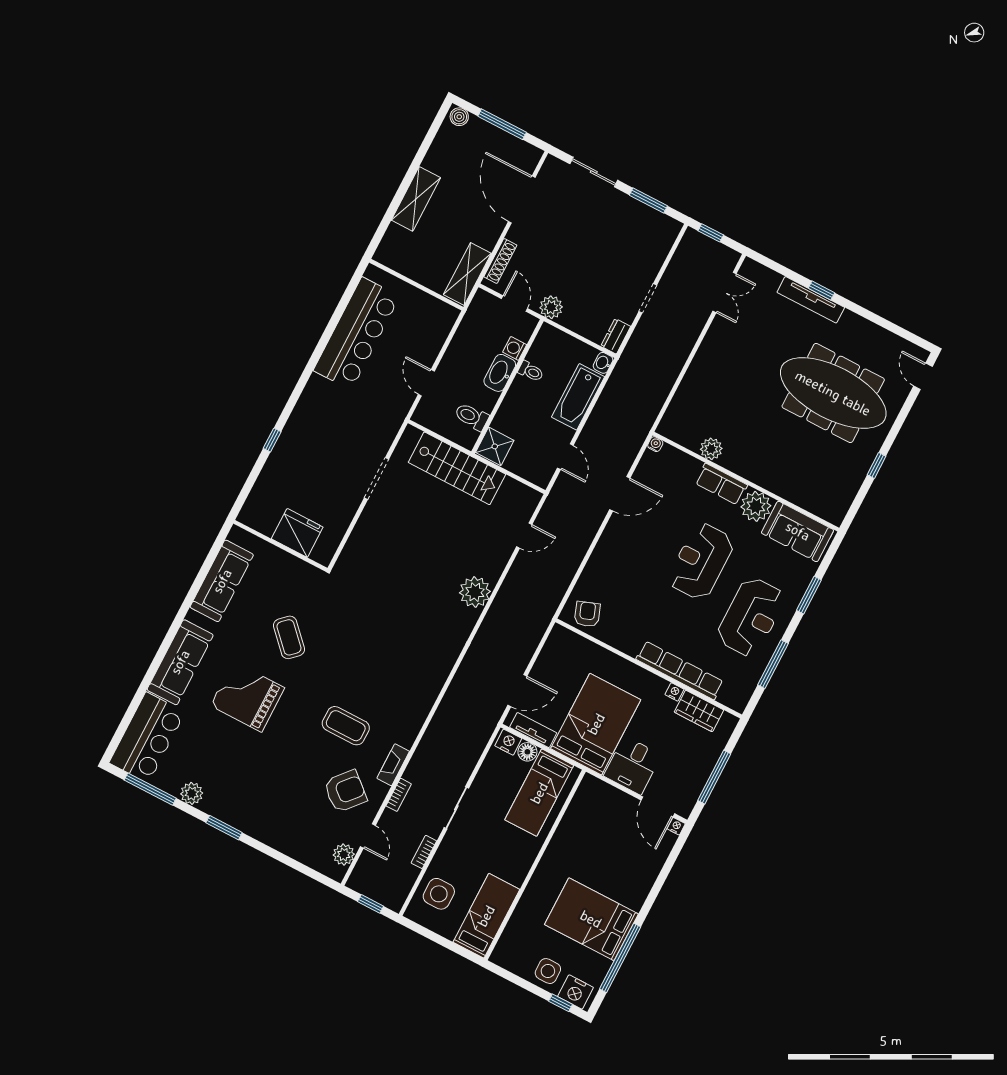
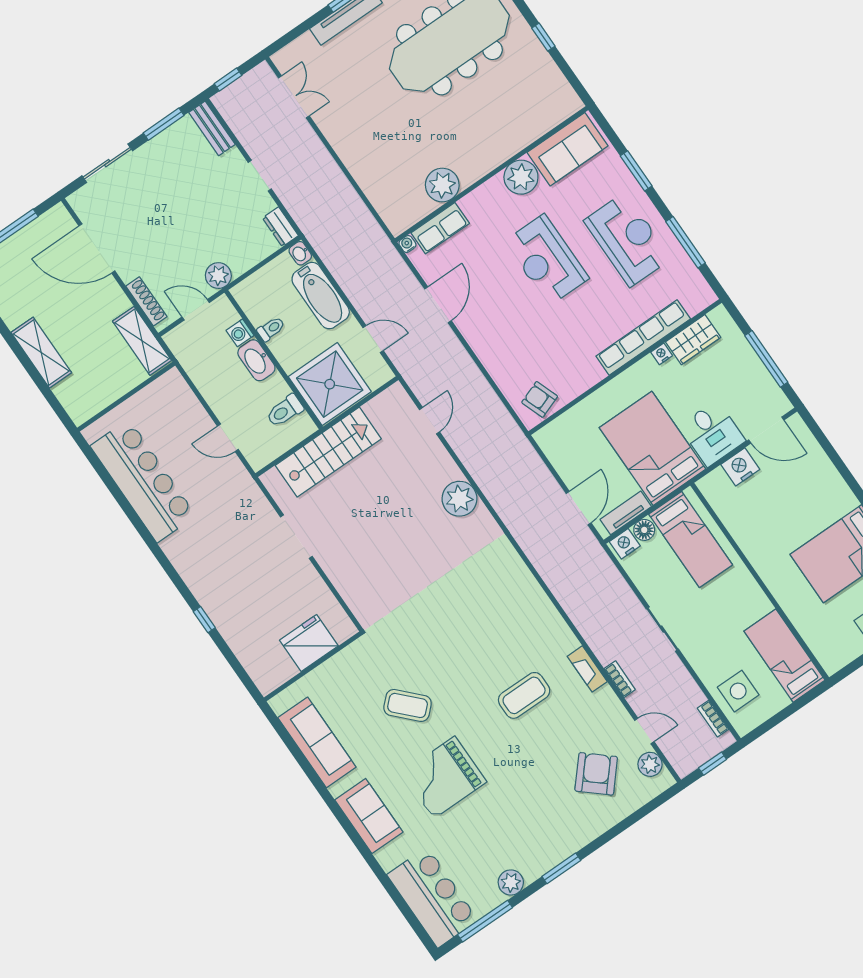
bench: (665, 241) -> (212, 128), added
shower: (495, 446) -> (330, 384), width x1.86, depth x1.86
plant: (711, 449) -> (442, 185), width x1.36, depth x1.36
row of seats: (721, 484) -> (440, 228), moved
sofa: (180, 662) -> (369, 816), width x0.73
armchair: (345, 791) -> (596, 774), moved
nightstand: (676, 826) -> (740, 467), moved, width x1.89, depth x1.79
bookcase: (424, 852) -> (713, 719), moved

